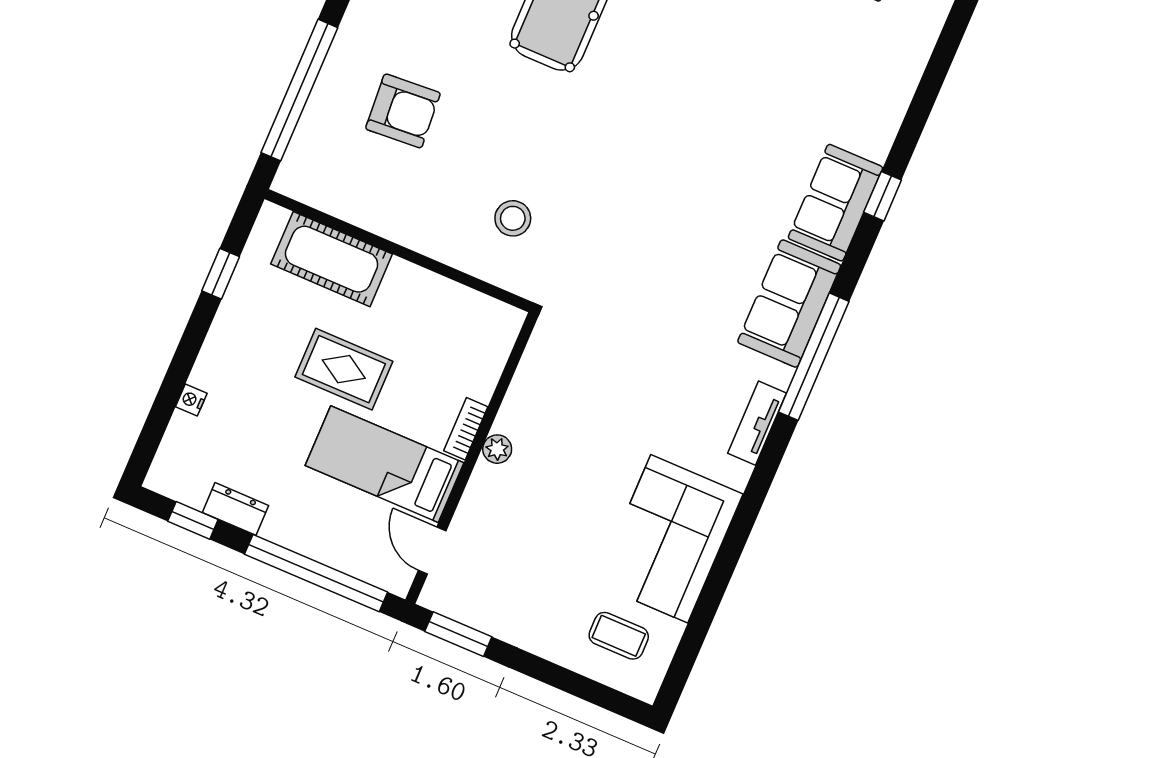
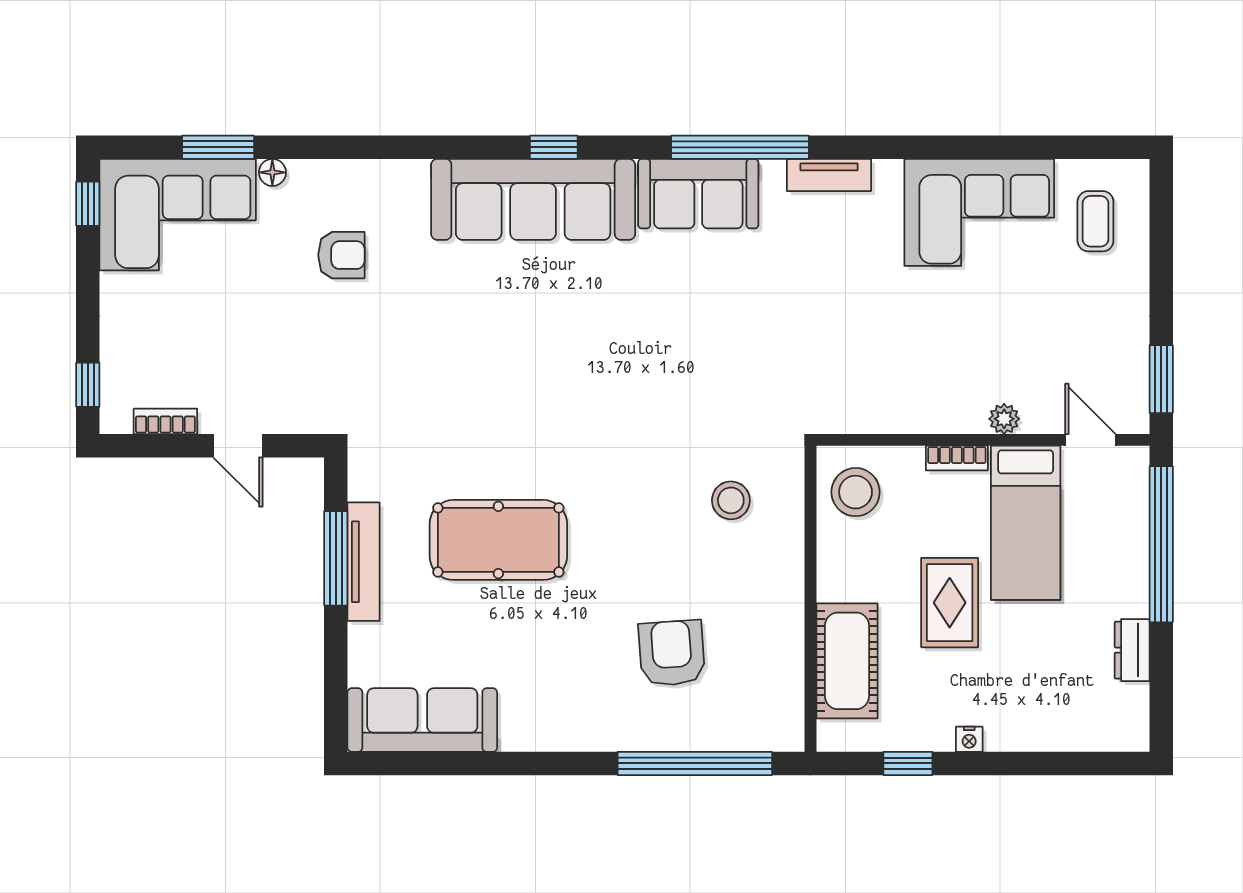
sofa: (835, 203) -> (533, 199), width x1.85, depth x1.27
stool: (474, 329) -> (856, 492), added
nightstand: (191, 400) -> (969, 739), moved
plant: (497, 449) -> (1004, 419), moved
window: (193, 520) -> (1161, 687), removed
door: (432, 551) -> (1090, 440), swing flipped

